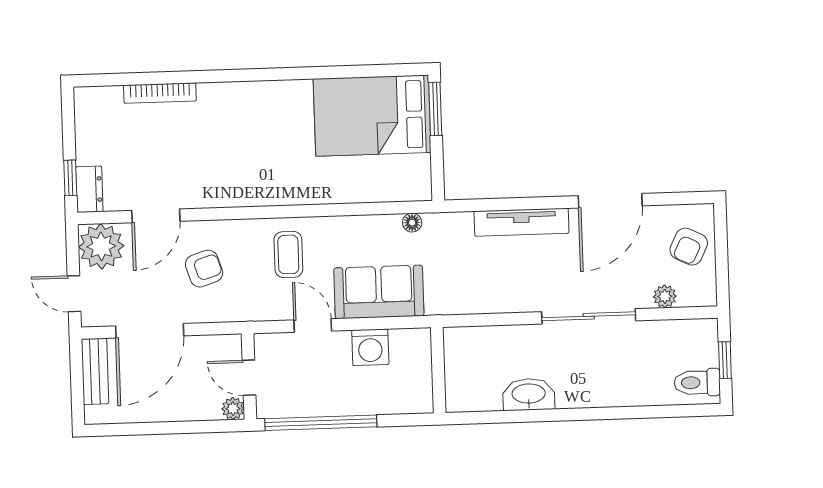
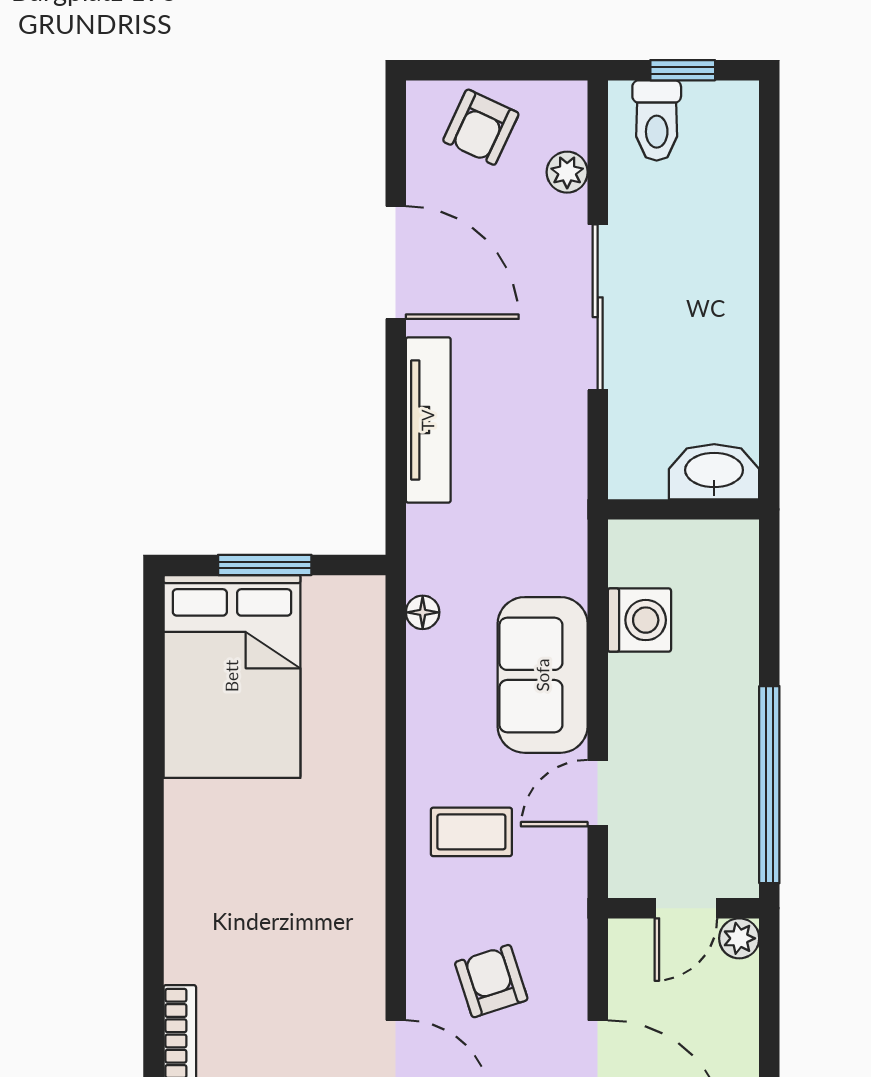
window: (435, 109) -> (265, 565), moved
armchair: (689, 247) -> (481, 127), turned 89
washing machine: (370, 347) -> (639, 620), moved
wall: (438, 370) -> (684, 509), moved
toilet: (697, 383) -> (657, 120), moved
washbasin: (529, 394) -> (714, 472), moved, turned 90

